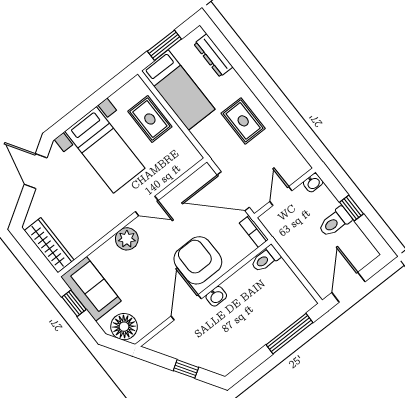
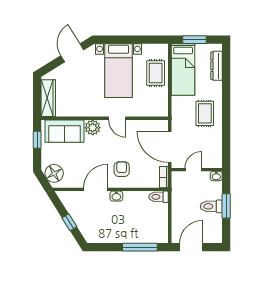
window: (351, 208) -> (226, 206), width x1.50
armchair: (198, 260) -> (122, 169), width x0.53, depth x0.53
sofa: (91, 289) -> (64, 131), moved, turned 90

